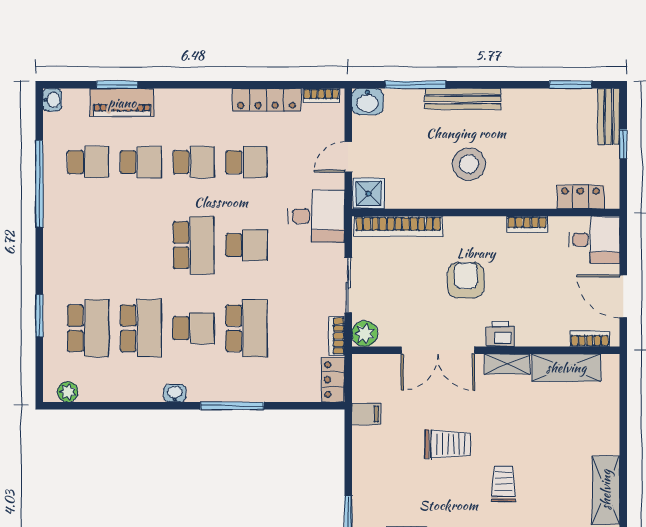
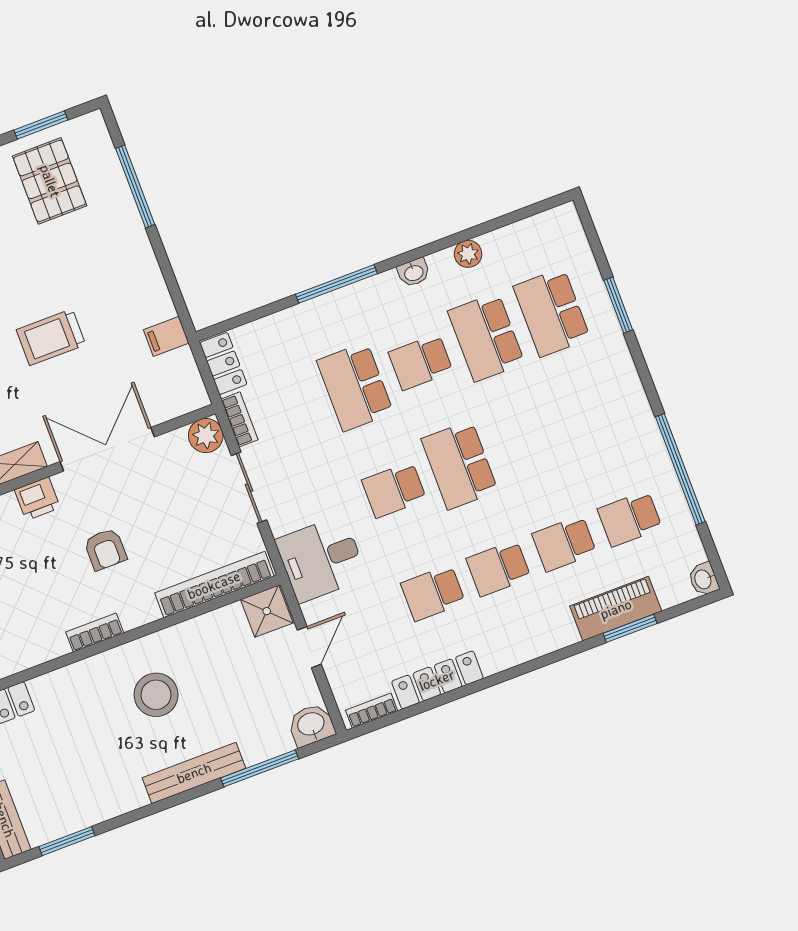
bookcase: (527, 224) -> (95, 632), moved
armchair: (466, 280) -> (105, 549), width x0.72, depth x0.72
plant: (68, 392) -> (468, 254), moved

